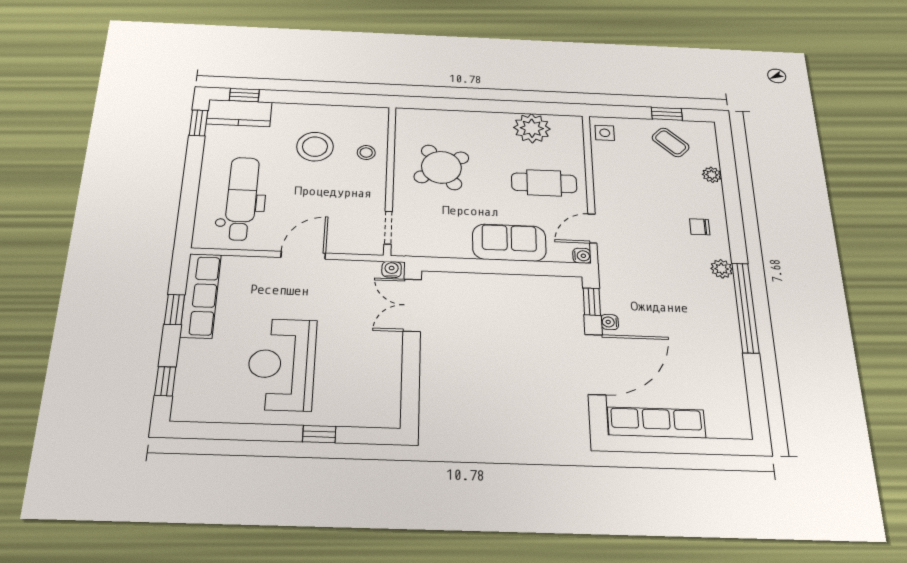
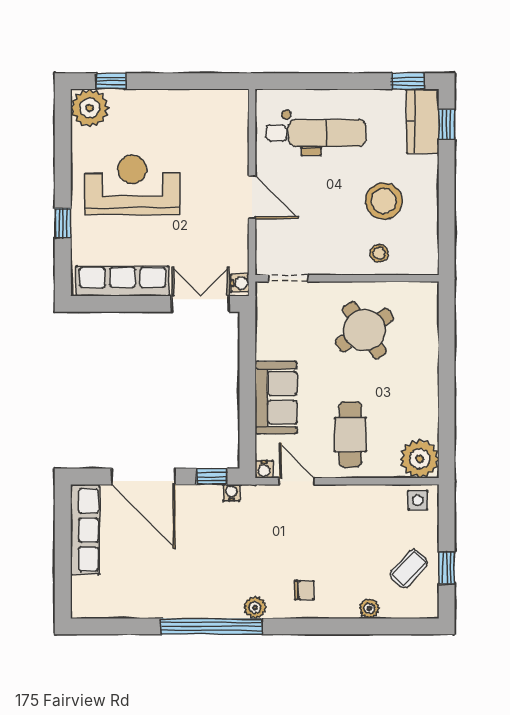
plant: (532, 128) -> (420, 459), moved
chair: (700, 227) -> (304, 590), turned 90
row of seats: (201, 295) -> (122, 281), moved, turned 180
window: (175, 310) -> (186, 81), removed
water cooler: (610, 322) -> (231, 493), moved
plant: (193, 403) -> (90, 108), added

